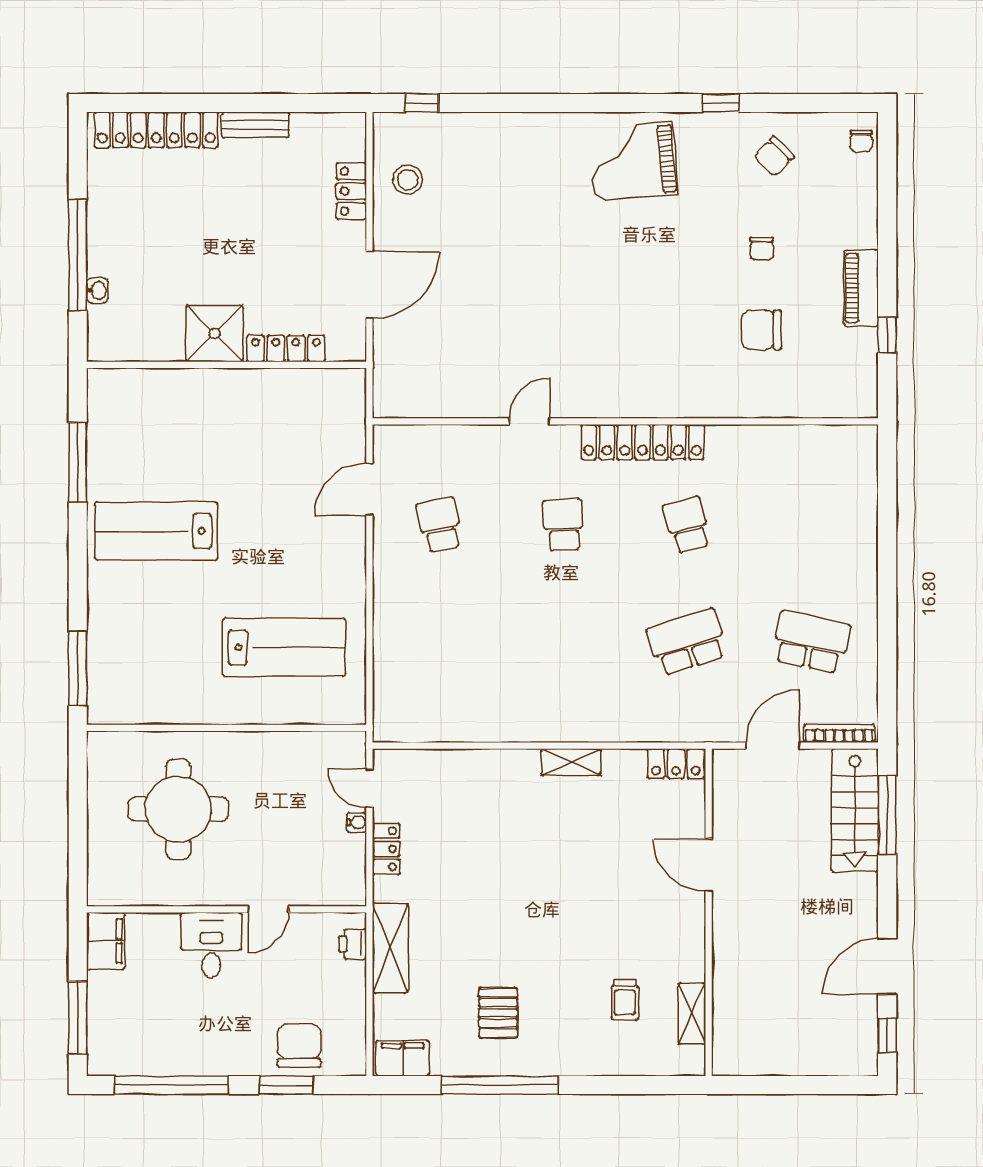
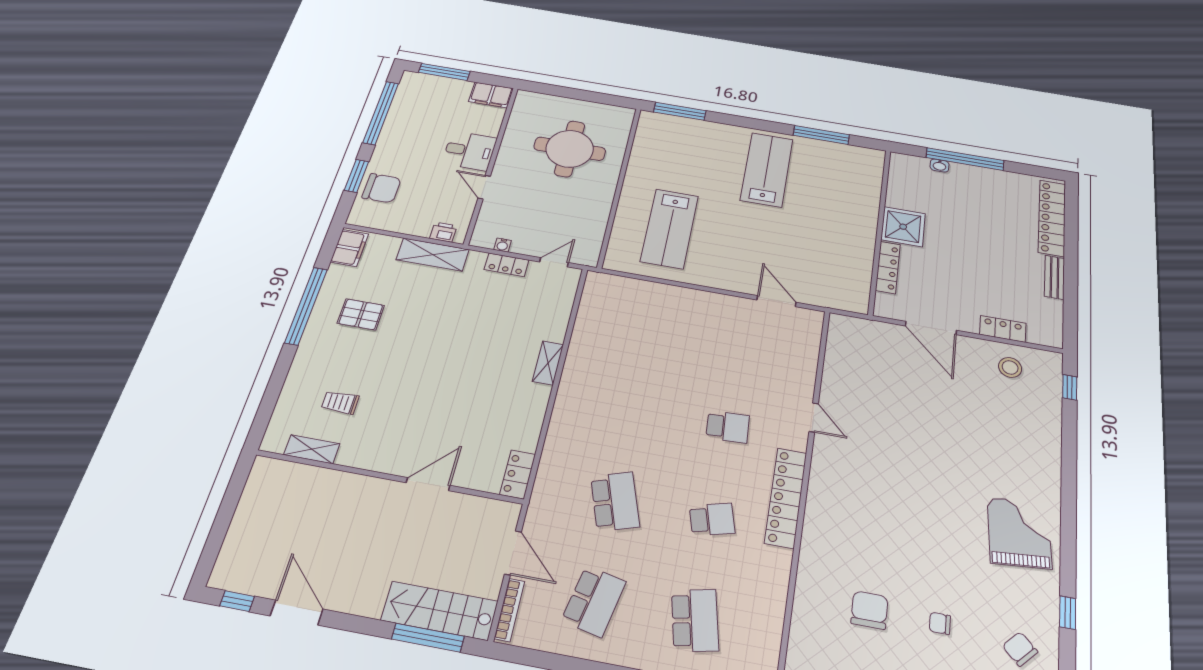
school desk: (439, 525) -> (695, 620), moved, width x1.85
shelving: (571, 762) -> (548, 363), moved
water cooler: (357, 822) -> (503, 245), moved

